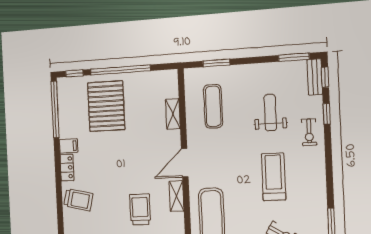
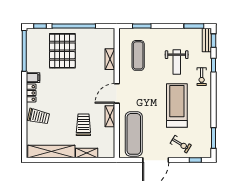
weight bench: (270, 113) -> (177, 62), turned 180
treadmill: (273, 177) -> (177, 105), width x1.37, depth x1.38

